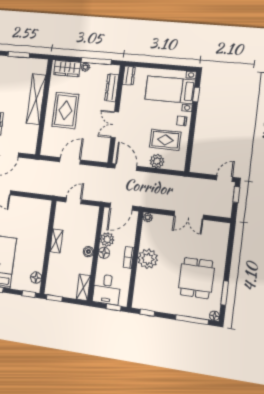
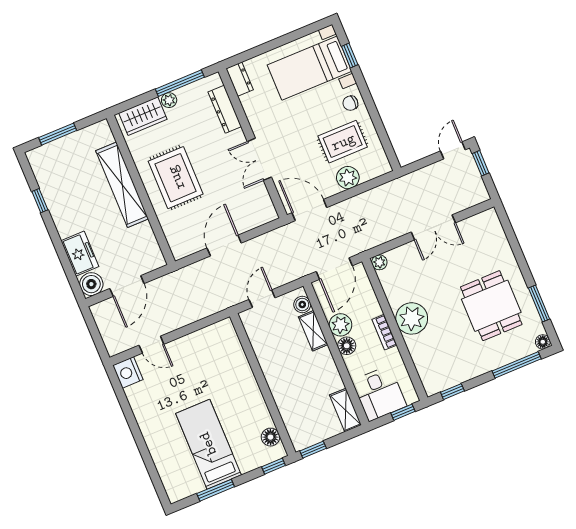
shelving: (56, 241) -> (313, 331), moved
boiler: (88, 252) -> (302, 304), moved

